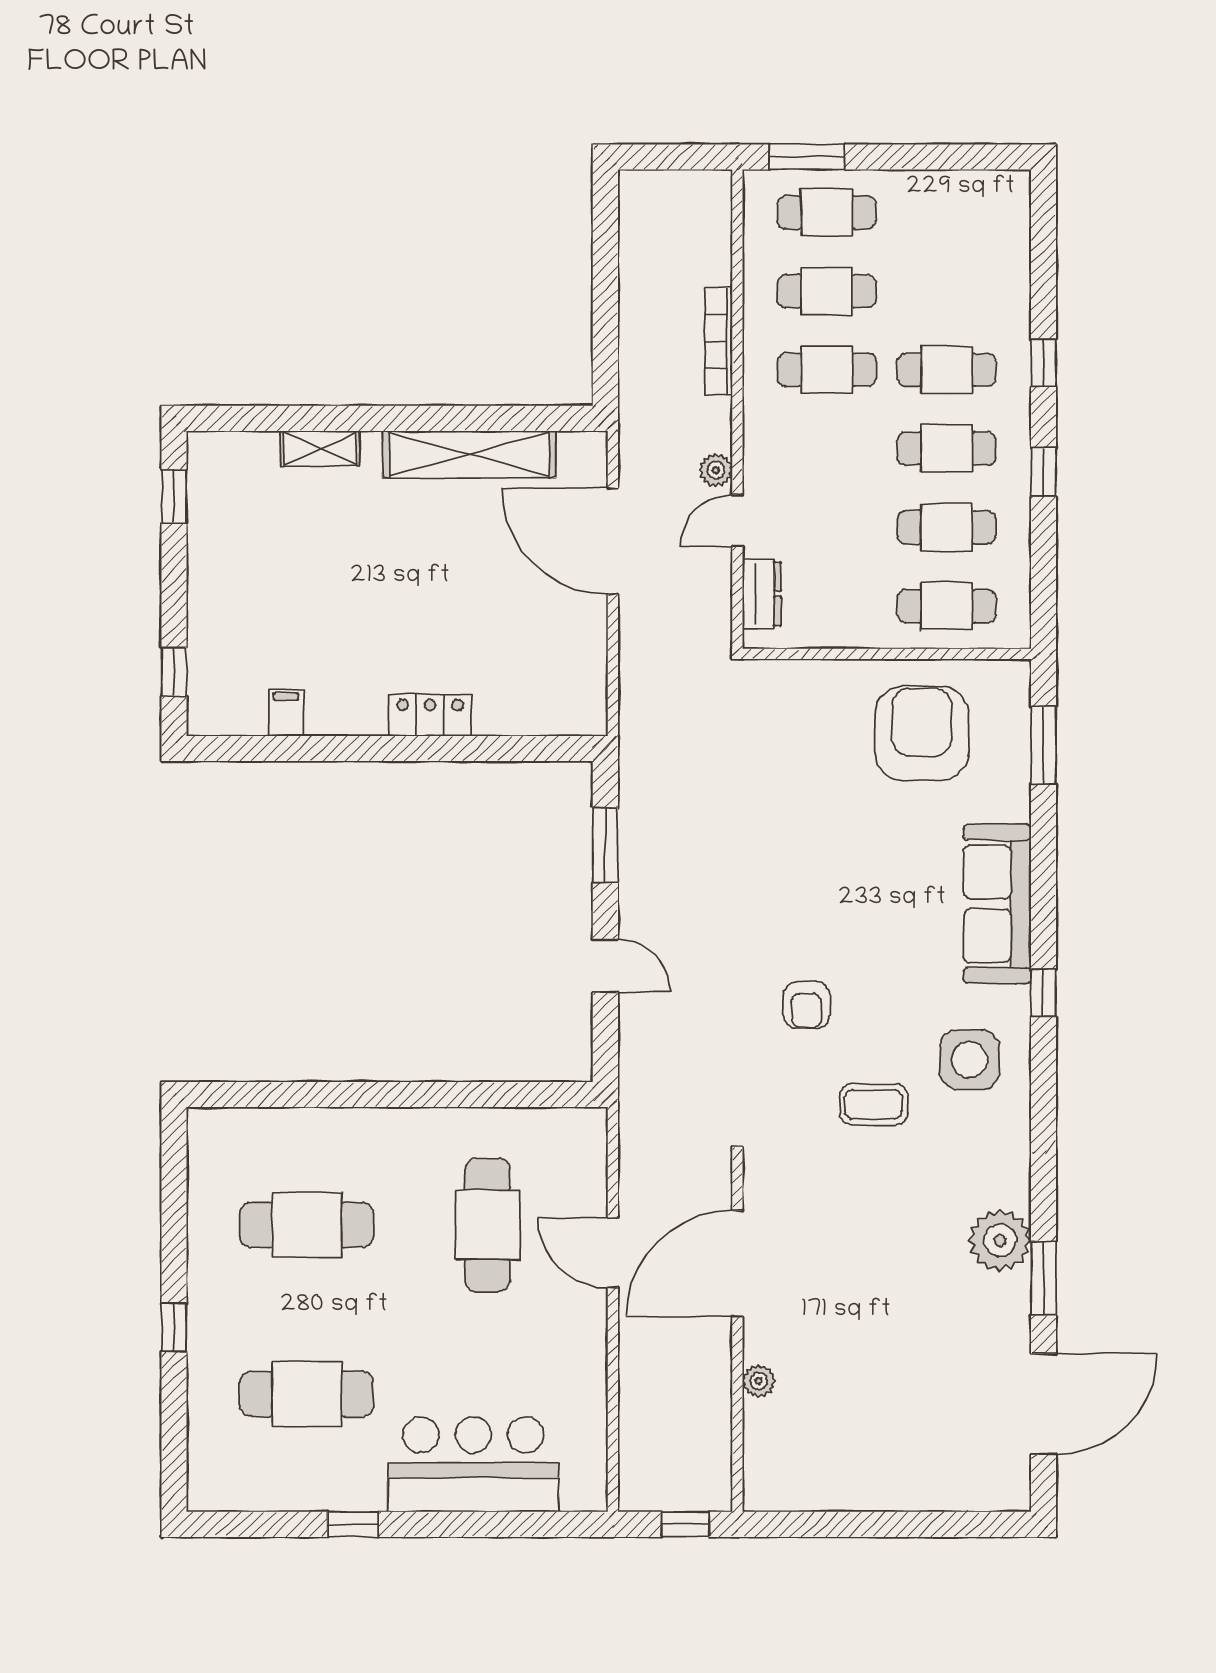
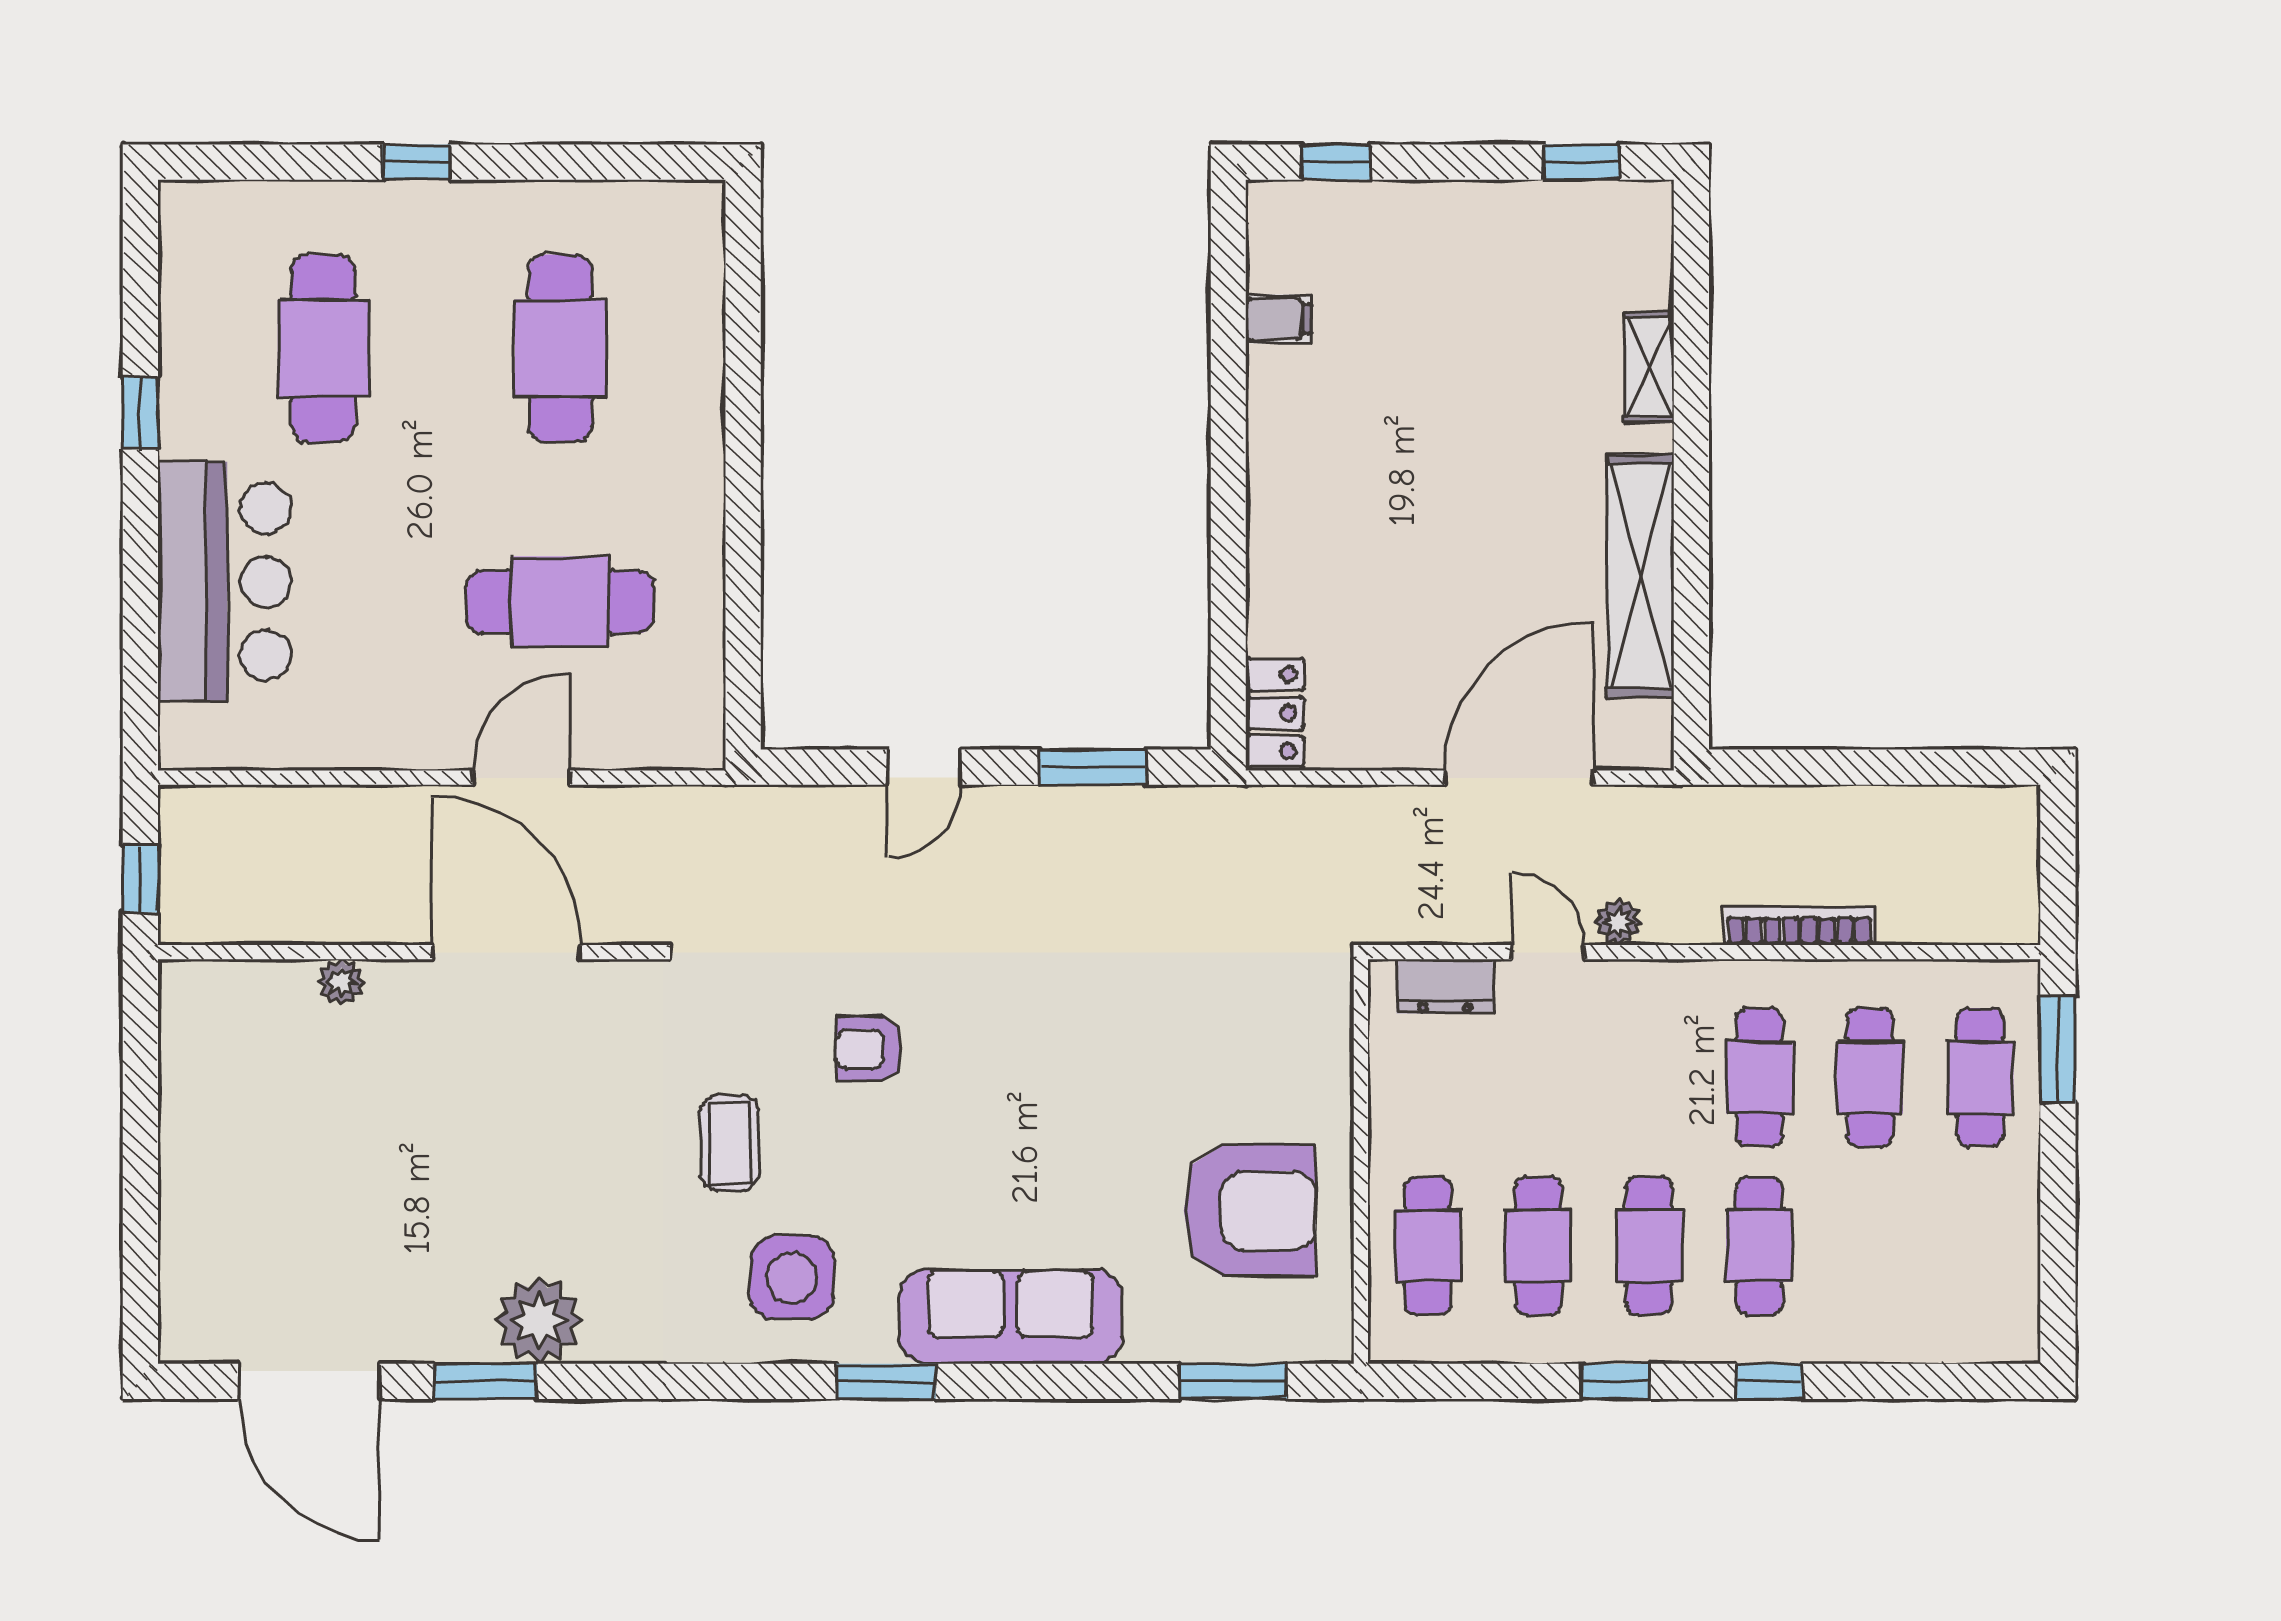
locker: (430, 715) -> (1275, 713), moved
window: (1043, 993) -> (886, 1381), width x1.50

